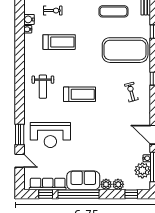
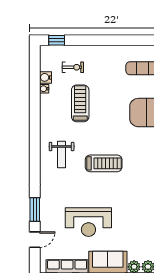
treadmill: (59, 42) -> (80, 103), turned -90
reception desk: (50, 135) -> (88, 222), moved
door: (20, 161) -> (35, 240), hinge flipped

